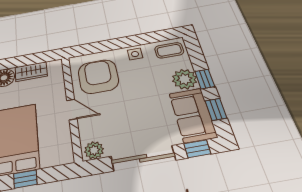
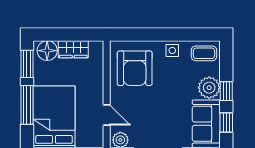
armchair: (98, 76) -> (135, 68), turned 180
door: (72, 109) -> (107, 115), moved

